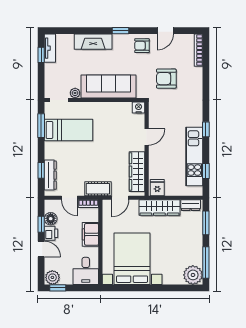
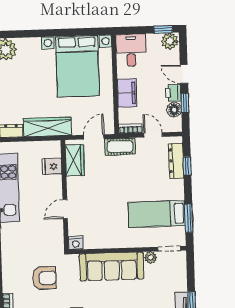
wardrobe: (137, 172) -> (75, 160), width x0.67
fridge: (157, 188) -> (52, 166), moved, turned 90

